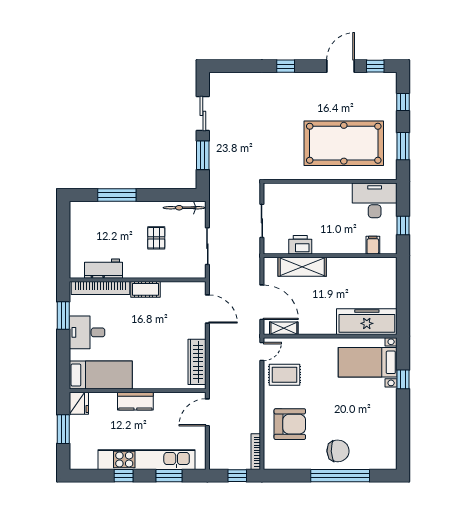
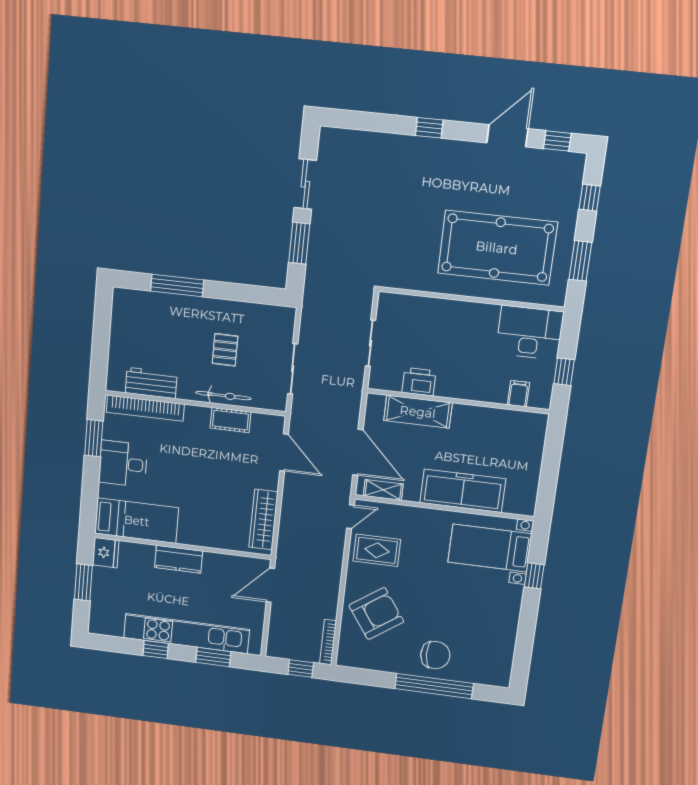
bicycle: (184, 208) -> (223, 396), moved, turned 180
cot: (145, 289) -> (231, 420), moved
freezer: (367, 322) -> (463, 491), moved
armchair: (290, 424) -> (376, 614), turned -35

